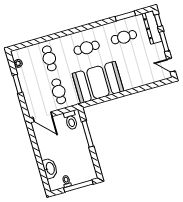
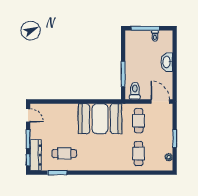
cafe table: (87, 48) -> (101, 154), removed
washbasin: (50, 168) -> (167, 62), moved

